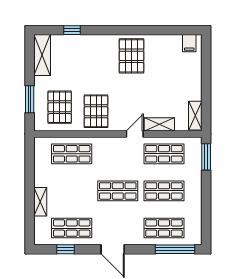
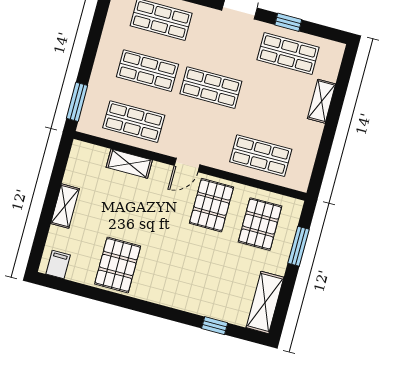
pallet: (132, 56) -> (118, 265), moved
shelving: (195, 116) -> (65, 206), moved
door: (135, 134) -> (187, 165), moved
window: (66, 249) -> (288, 22), moved

